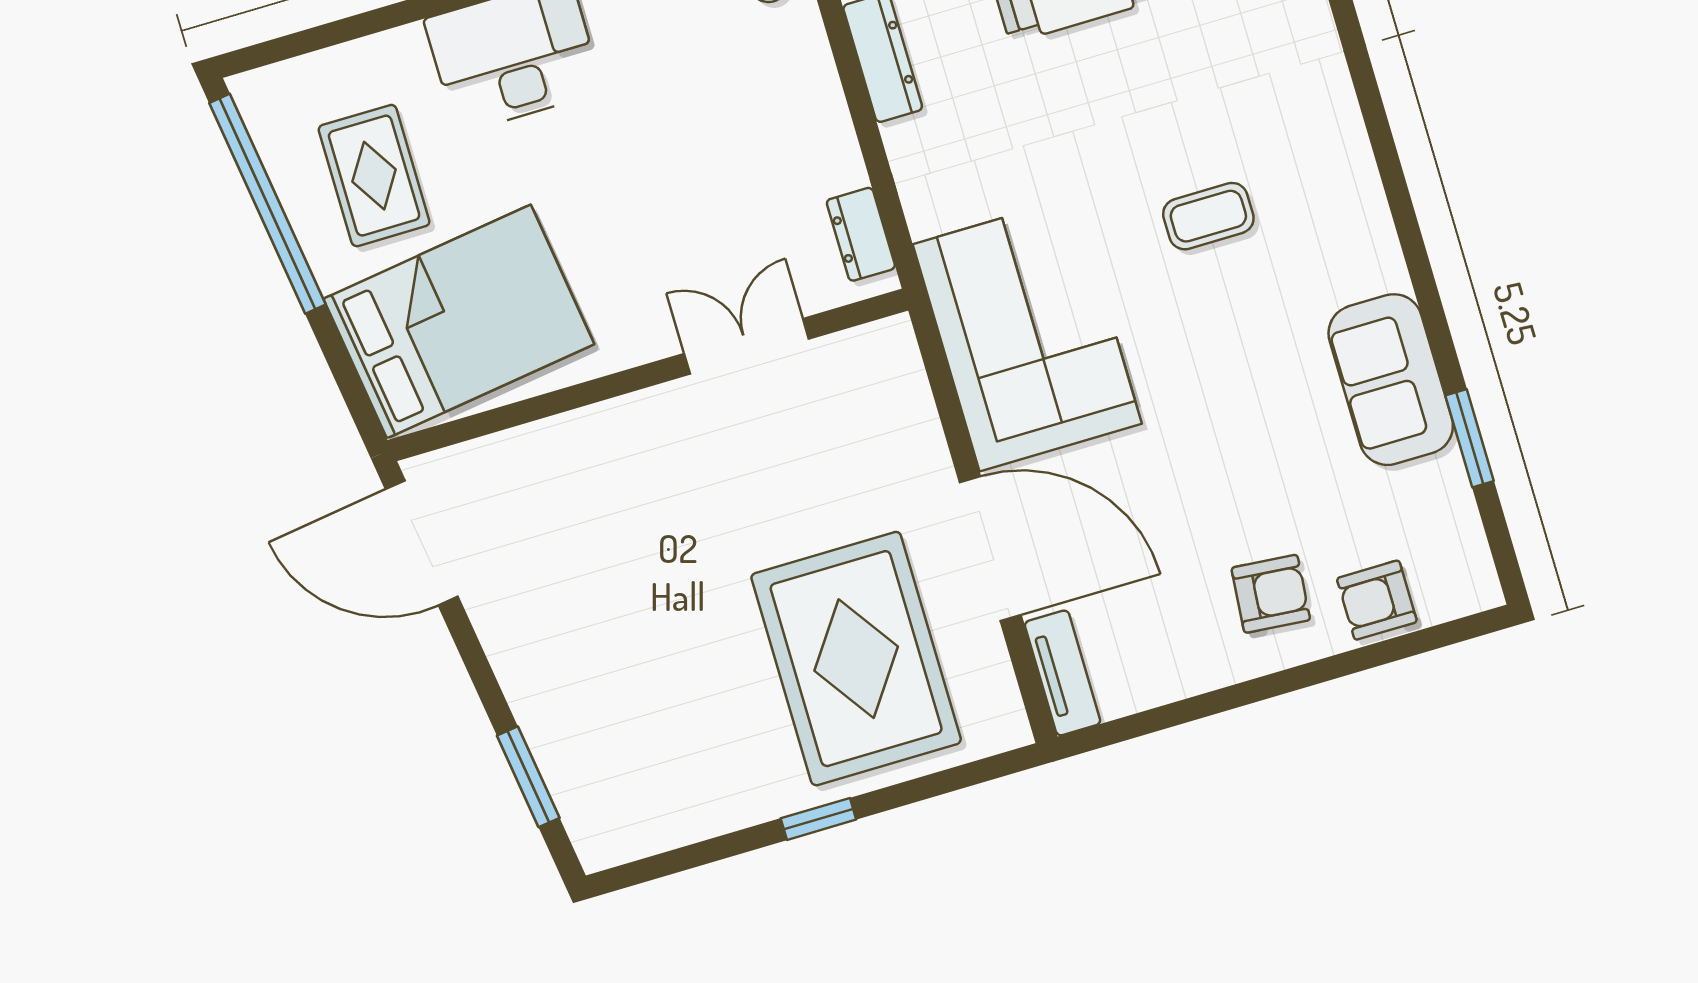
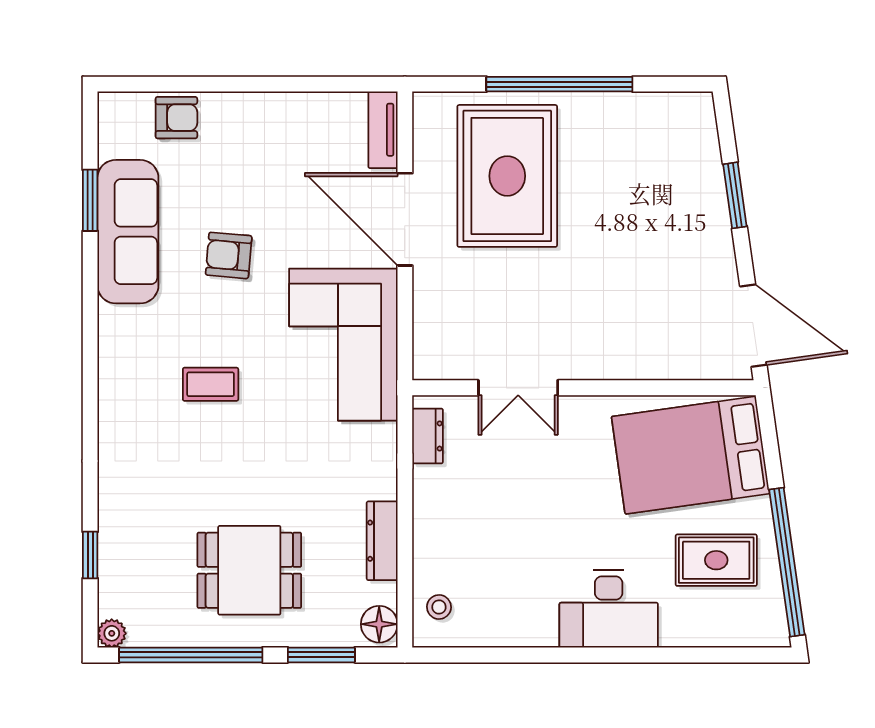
rug: (374, 176) -> (716, 560), turned 90
sofa: (1391, 380) -> (128, 232), width x1.36
armchair: (1271, 594) -> (229, 255), moved
window: (528, 777) -> (735, 195), moved
window: (818, 819) -> (559, 84), width x3.17

